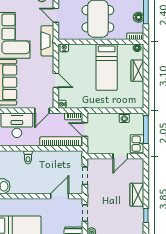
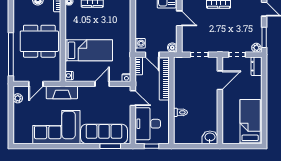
bed: (107, 67) -> (89, 50), moved
washing machine: (124, 118) -> (140, 43), moved
door: (85, 129) -> (152, 55), hinge flipped
boiler: (92, 149) -> (172, 48), added
door: (60, 196) -> (220, 80), swing flipped

